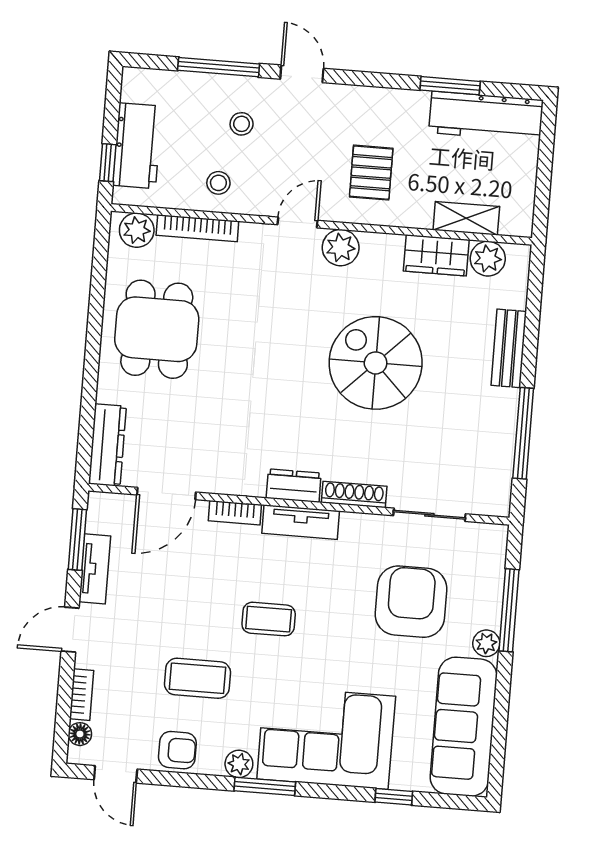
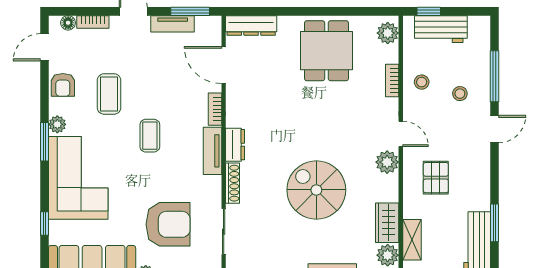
pallet: (371, 173) -> (436, 178), turned 90
bookcase: (197, 228) -> (392, 80), width x0.64
dining table: (157, 329) -> (326, 51), turned 90
spiral stairs: (376, 363) -> (316, 190), turned -90

